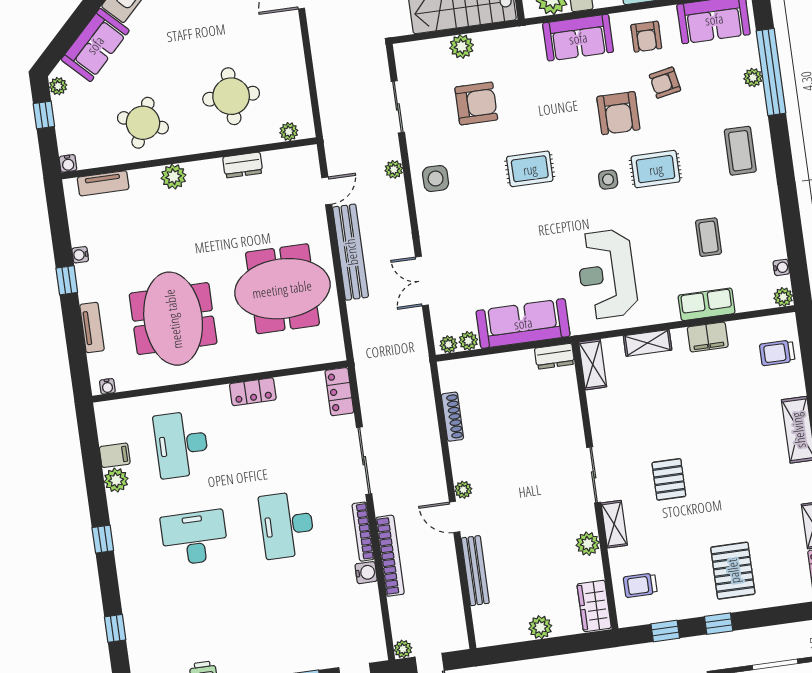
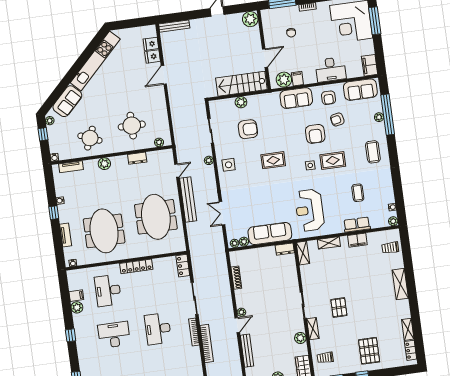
meeting table: (282, 289) -> (156, 217), turned 90
locker: (253, 392) -> (136, 266), width x1.53
door: (455, 517) -> (237, 325), swing flipped
water cooler: (366, 573) -> (195, 351), removed

